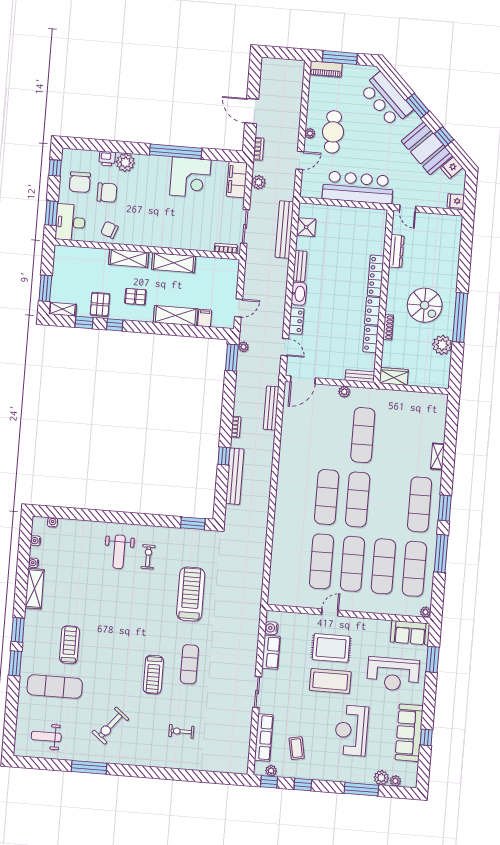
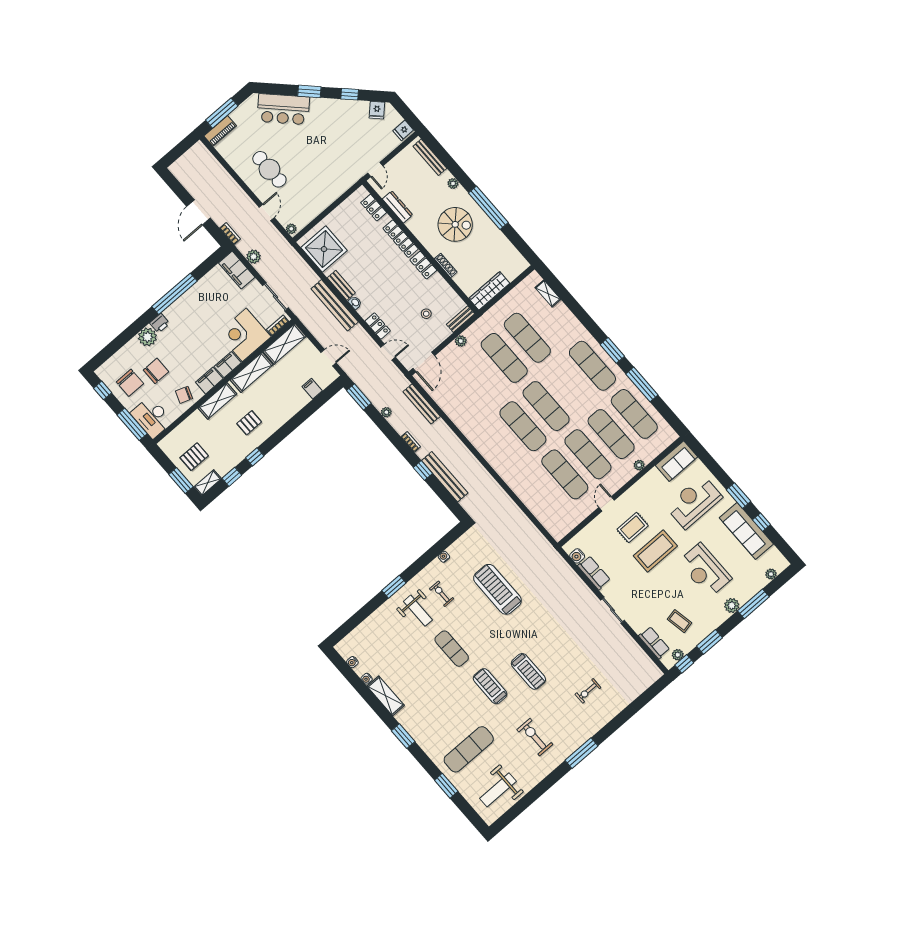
door: (252, 111) -> (198, 212), hinge flipped
plant: (310, 133) -> (291, 229), moved
booth: (427, 148) -> (346, 114), removed
printer: (107, 159) -> (160, 323), moved
corner desk: (190, 177) -> (244, 335), moved, turned 180
bar counter: (358, 187) -> (326, 190), removed
door: (408, 208) -> (375, 169), hinge flipped
window: (51, 213) -> (132, 424), width x1.44
shower: (306, 227) -> (324, 249), width x1.86, depth x1.86
bench: (284, 230) -> (335, 305), moved
filing cabinet: (138, 238) -> (209, 380), added
bench: (455, 239) -> (430, 157), added
filing cabinet: (162, 240) -> (228, 365), added
washbasin: (299, 294) -> (355, 303), width x0.52, depth x0.69
pallet: (100, 304) -> (194, 457), moved, turned 90
door: (239, 308) -> (328, 358), hinge flipped
shelving: (176, 316) -> (285, 344), moved
locker: (371, 339) -> (374, 208), moved
plant: (442, 345) -> (453, 183), moved, width x0.53, depth x0.53
plant: (243, 347) -> (386, 412), moved
stool: (340, 347) -> (426, 314), added
wardrobe: (394, 376) -> (489, 291), width x1.50
exercise mat: (394, 438) -> (527, 338), added
shelving: (437, 456) -> (548, 293), moved
water cooler: (52, 522) -> (444, 557), moved
window: (193, 523) -> (394, 587), moved
plant: (426, 612) -> (639, 465), moved
treadmill: (69, 645) -> (490, 686), moved
rug: (331, 648) -> (633, 527), width x0.73, depth x0.70
window: (433, 659) -> (738, 496), moved
window: (15, 663) -> (446, 786), moved
exercise mat: (189, 664) -> (452, 649), moved
reception desk: (393, 674) -> (694, 502), turned 180
exercise bike: (110, 726) -> (535, 737), turned 141
weight bench: (46, 736) -> (498, 790), width x1.36, depth x1.33
row of seats: (264, 738) -> (654, 643), width x0.68
window: (89, 767) -> (582, 753), moved
plant: (381, 778) -> (732, 605), moved
window: (303, 785) -> (709, 642), width x1.50

